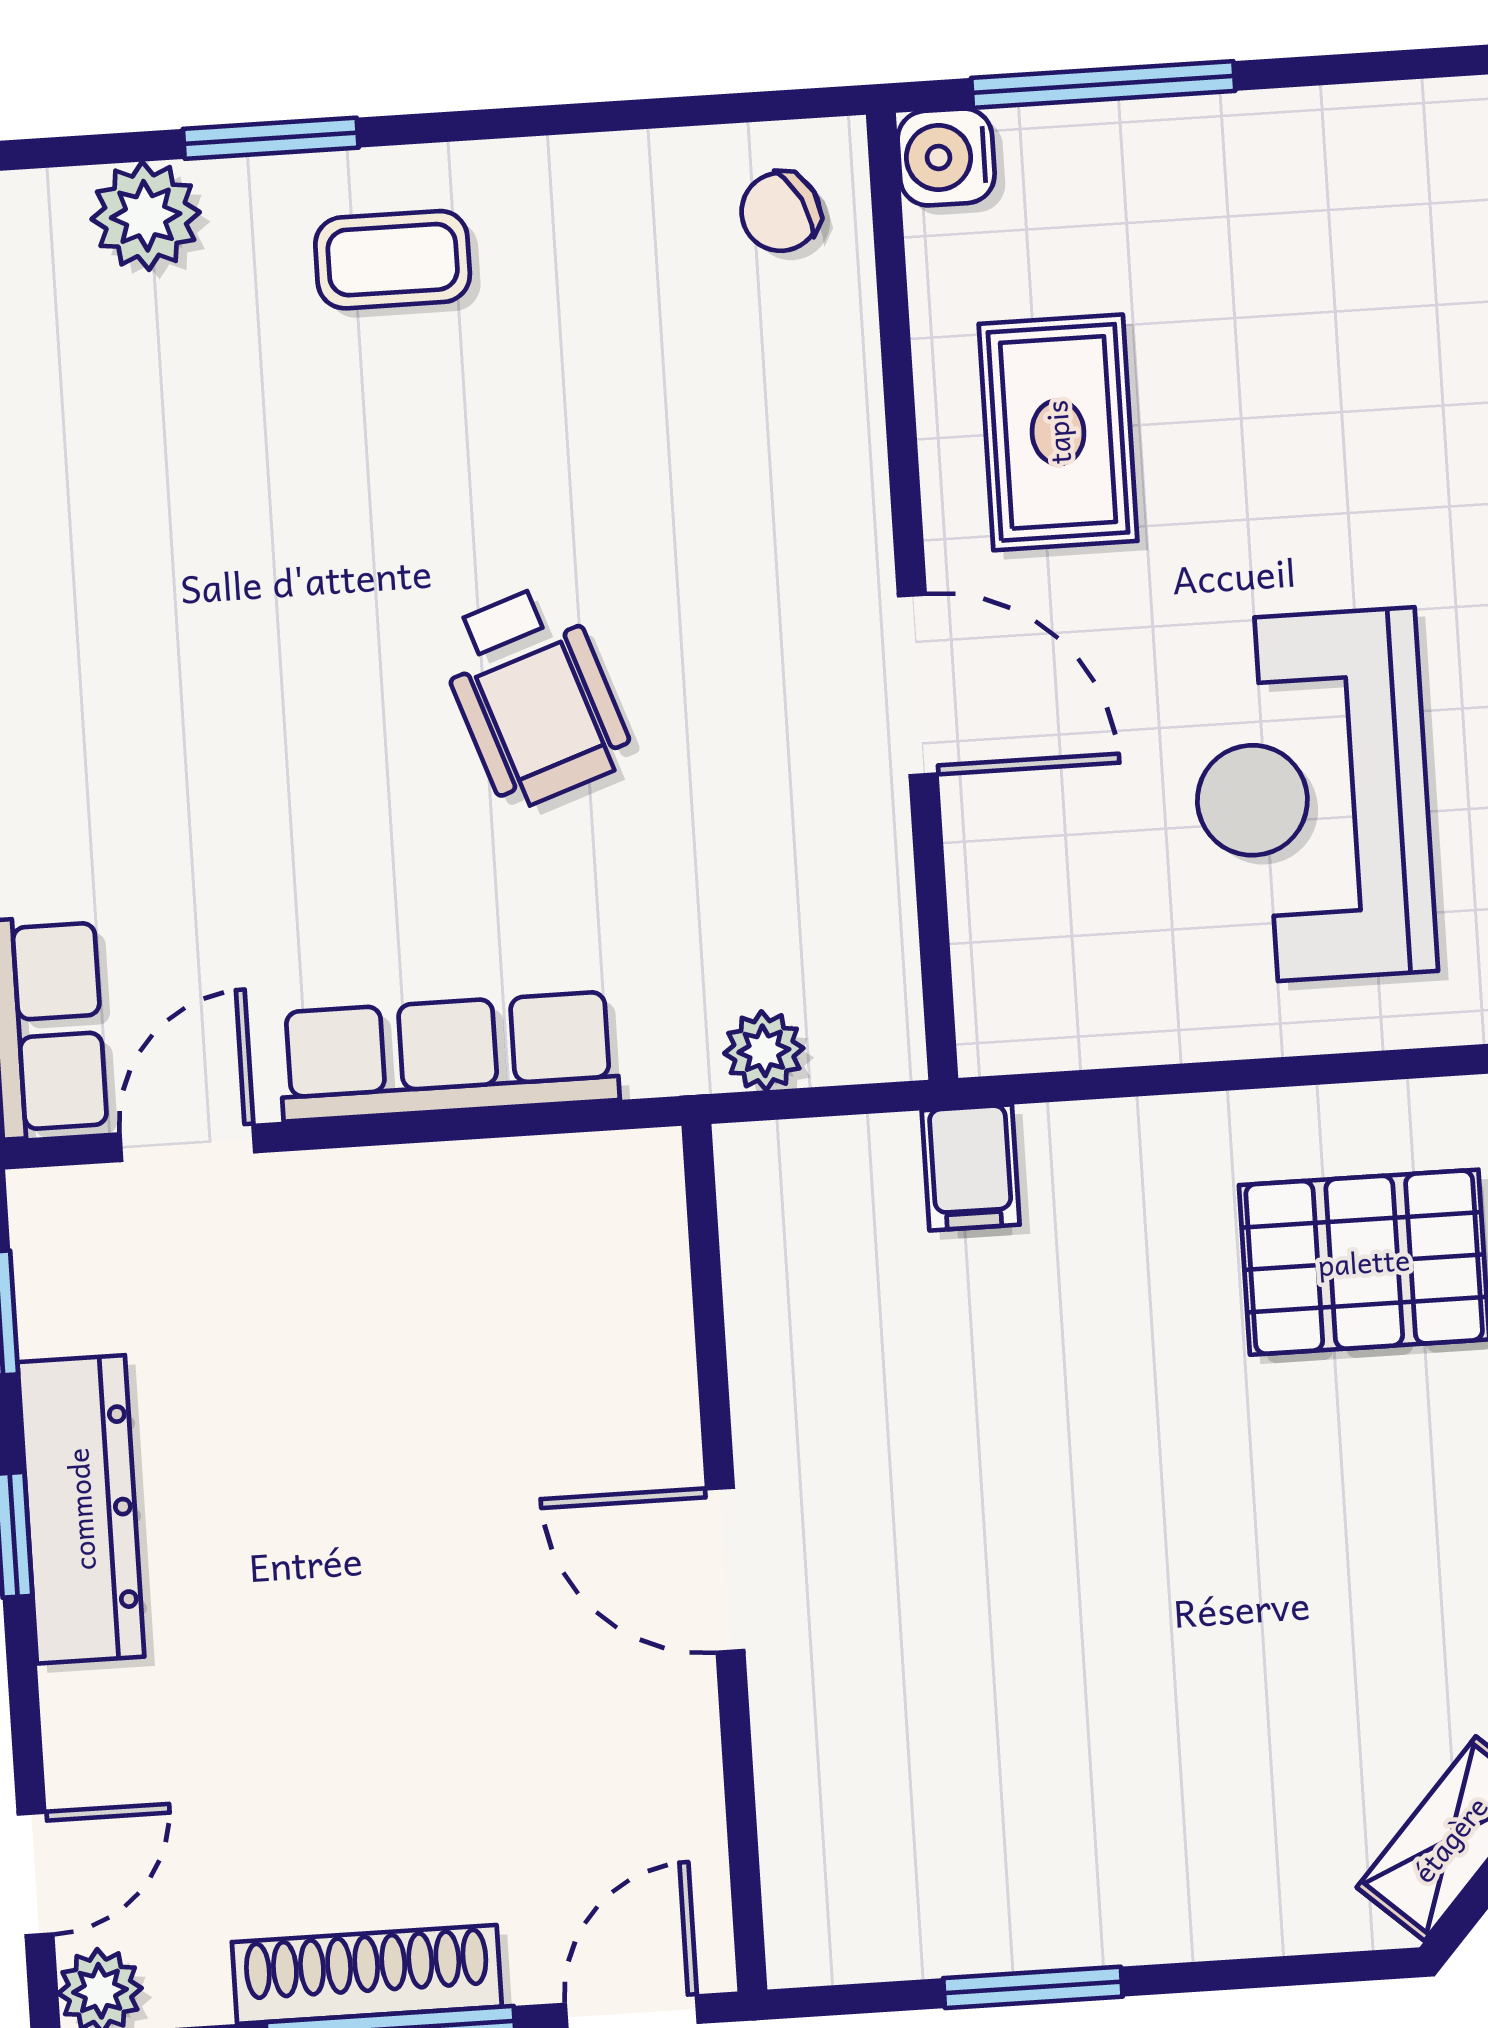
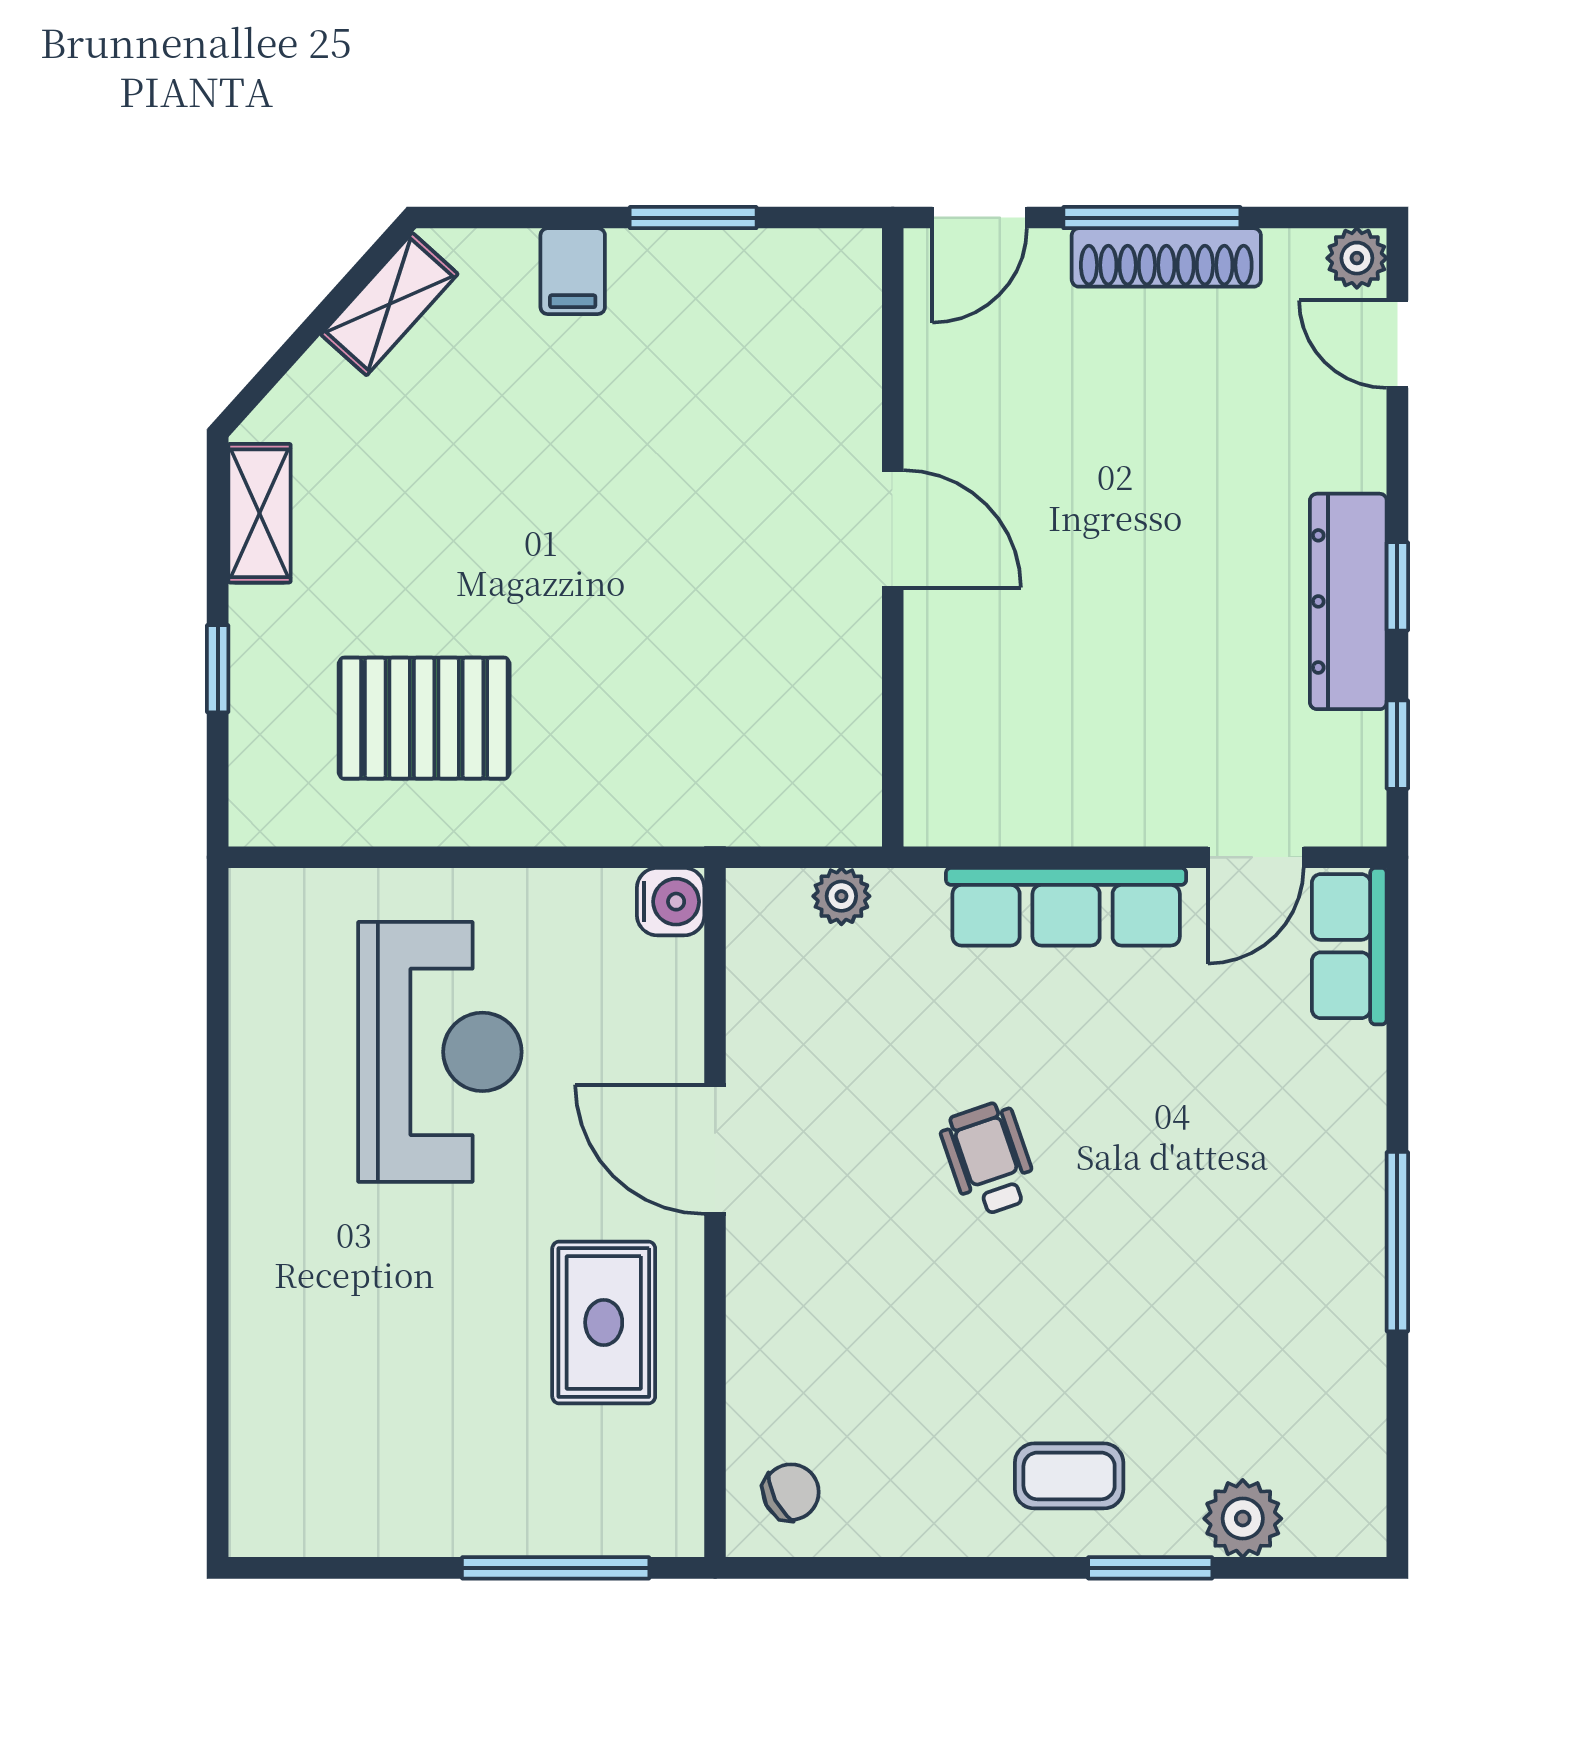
water cooler: (946, 157) -> (671, 902), moved
wheelchair: (534, 696) -> (989, 1159), width x0.73, depth x0.73
filing cabinet: (971, 1167) -> (573, 271), moved, turned 180
door: (35, 1874) -> (1397, 344), hinge flipped

